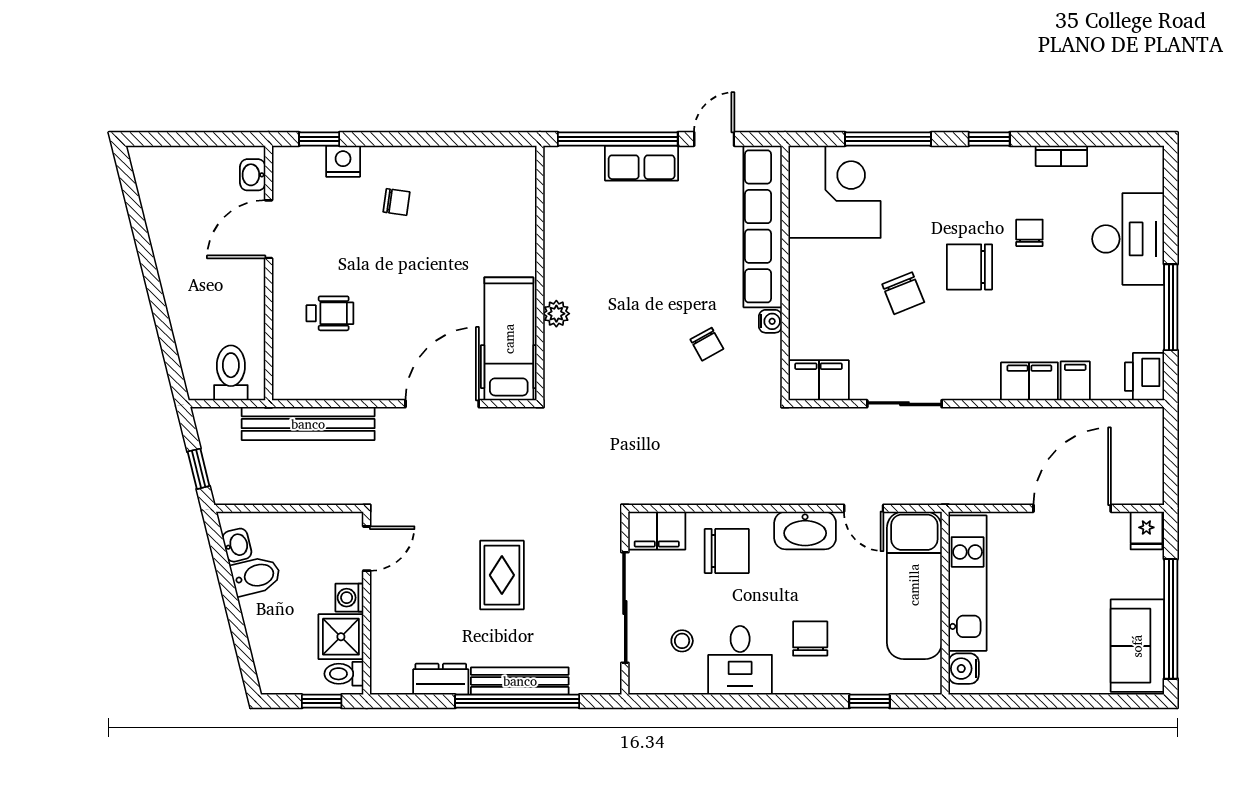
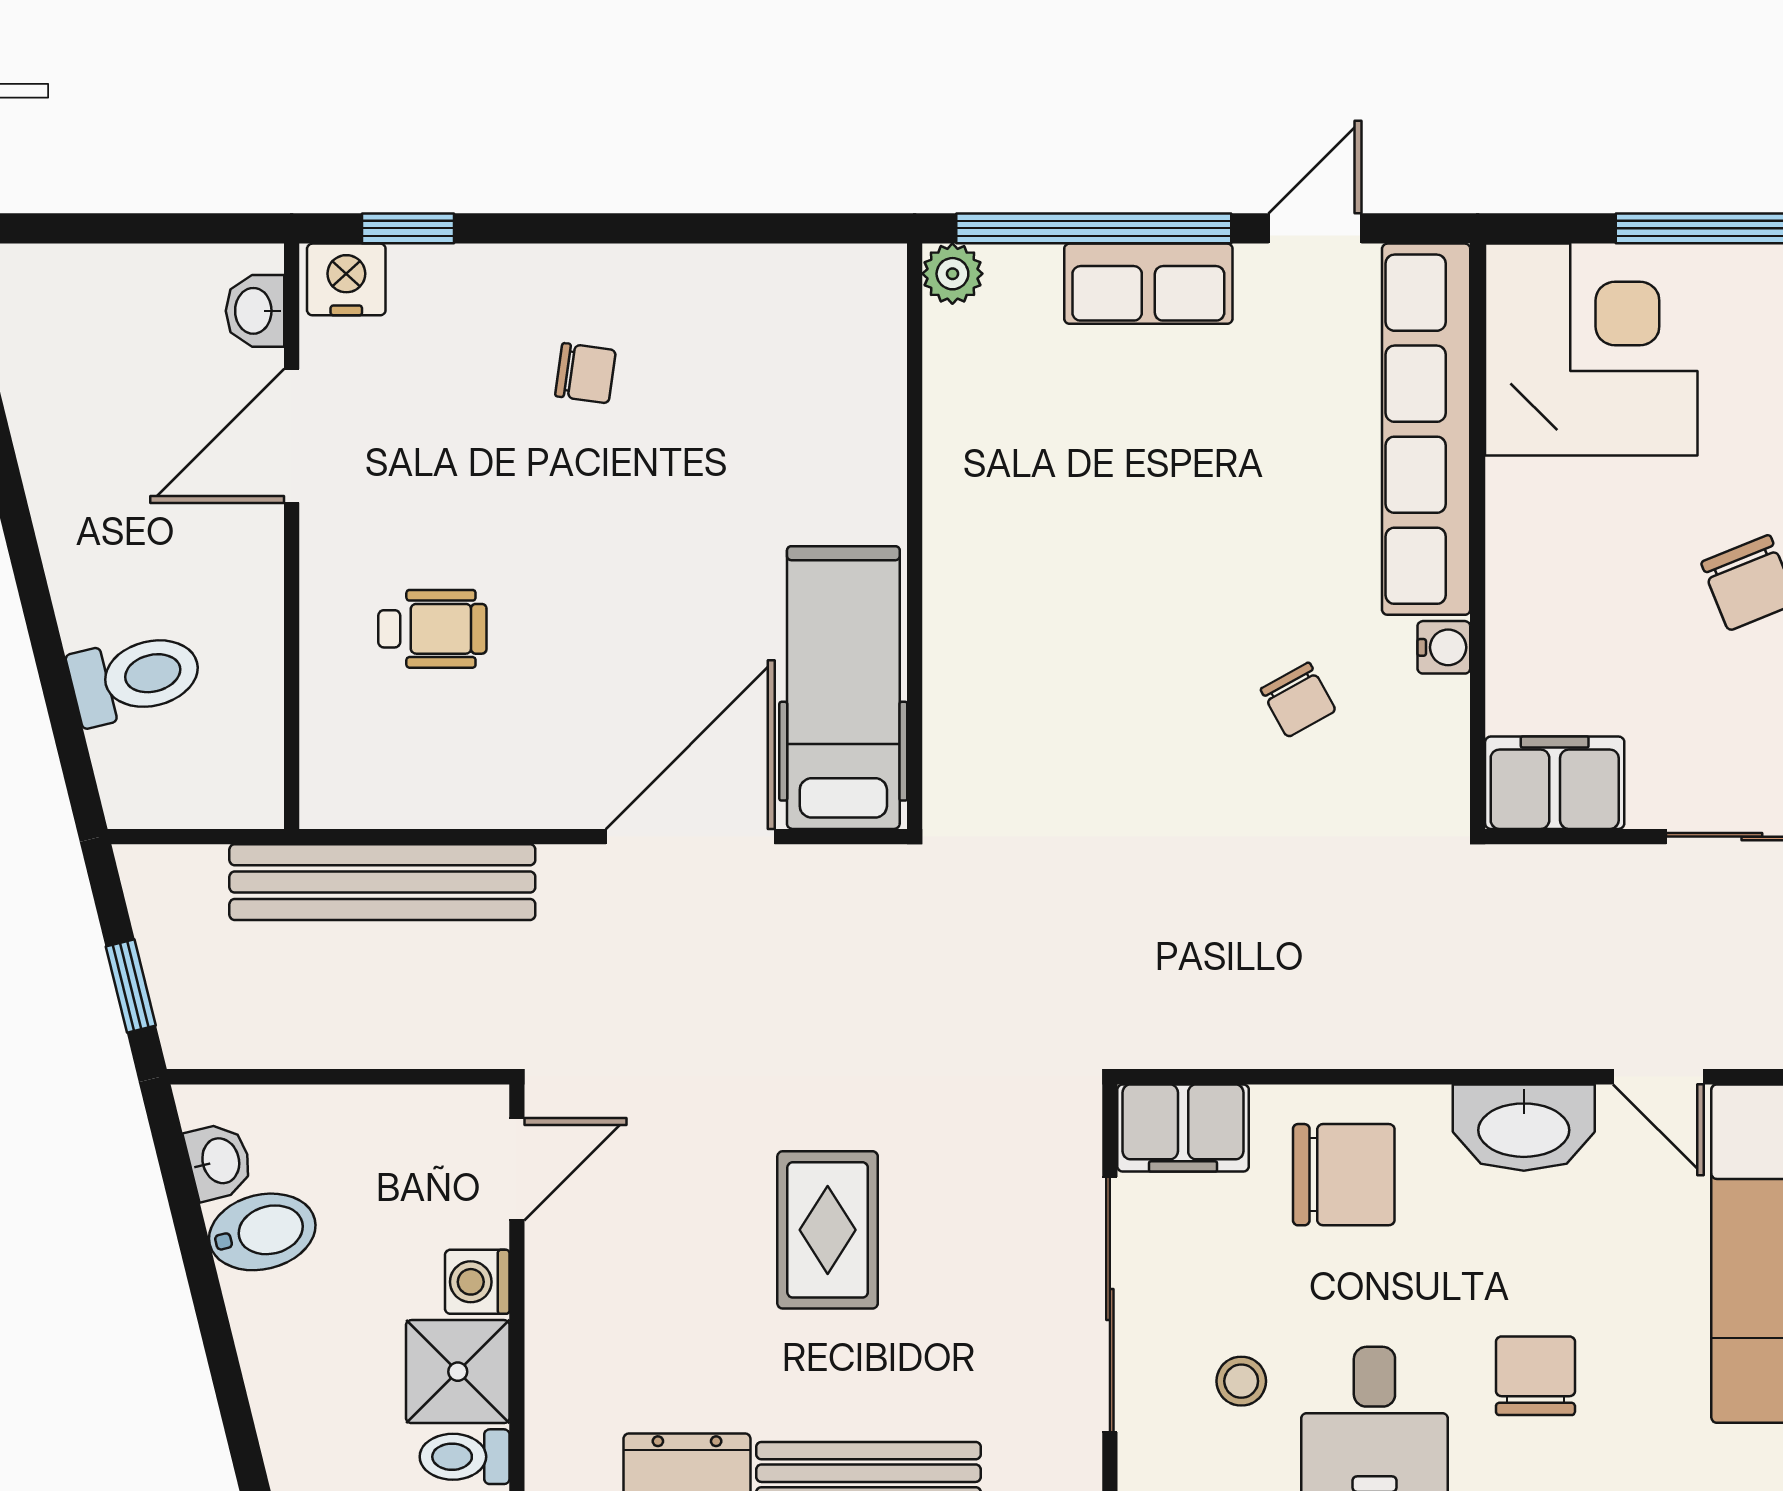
nightstand: (343, 161) -> (346, 279), moved
plant: (556, 314) -> (952, 274), moved
toilet: (231, 373) -> (135, 677), moved, turned 76

